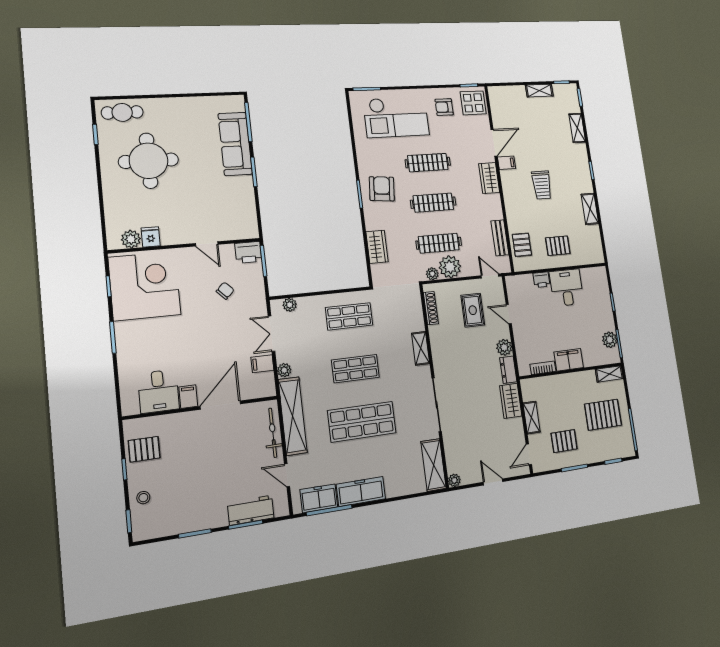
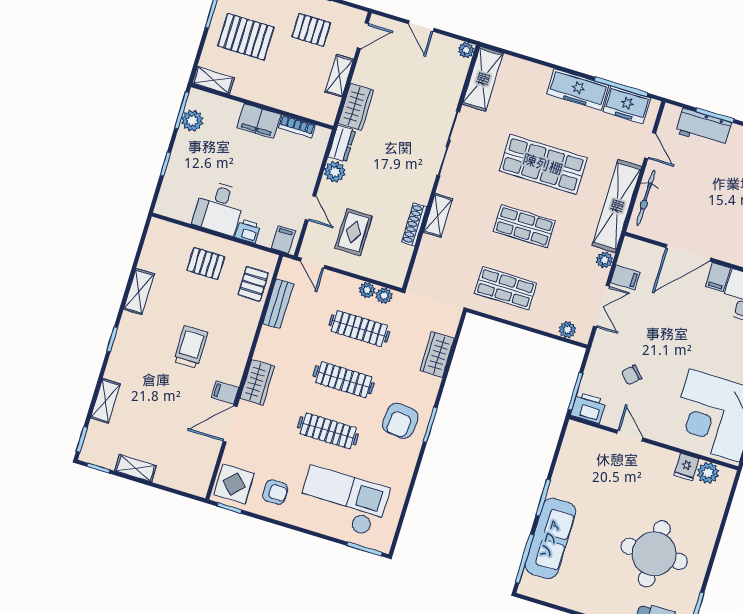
plant: (450, 267) -> (367, 290), width x0.53, depth x0.53
filing cabinet: (516, 284) -> (283, 240), added
shoe rack: (431, 308) -> (414, 224), moved

